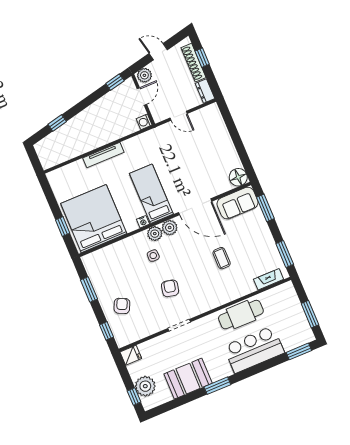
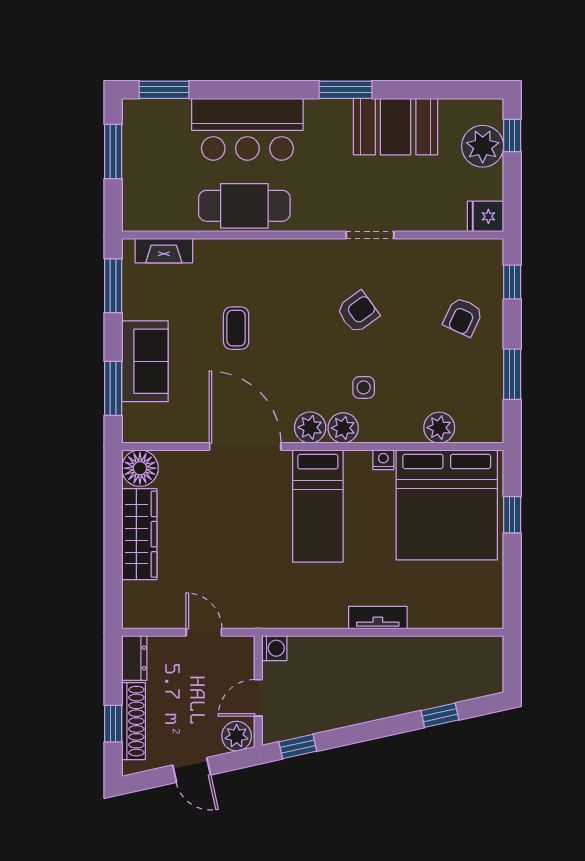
wardrobe: (226, 148) -> (139, 534), added
tv unit: (103, 155) -> (378, 618), width x0.71
sofa: (238, 203) -> (145, 361), moved, turned 90
nightstand: (143, 222) -> (383, 460), moved
plant: (112, 252) -> (439, 428), added
armchair: (170, 288) -> (358, 312), turned -138

